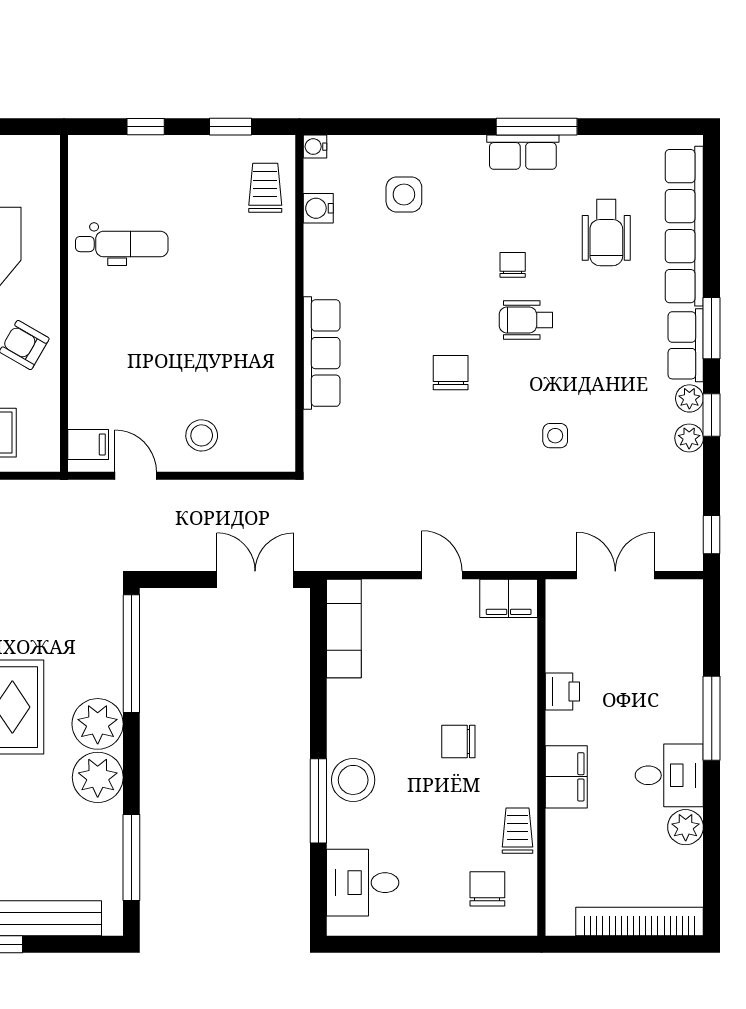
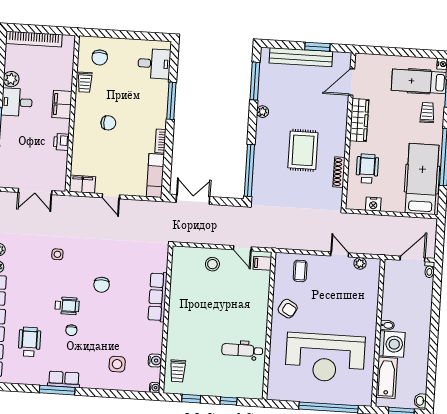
double door: (255, 580) -> (193, 199), swing flipped
bookcase: (337, 708) -> (160, 141), added
plant: (98, 724) -> (266, 141), removed
plant: (98, 777) -> (263, 112), width x0.53, depth x0.53
stool: (353, 780) -> (156, 109), removed

